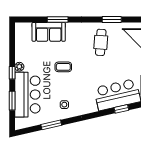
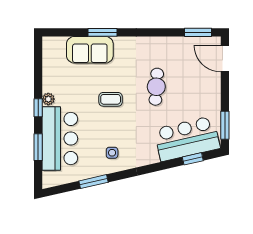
window: (112, 20) -> (198, 32), moved
cafe table: (101, 42) -> (156, 87), moved

